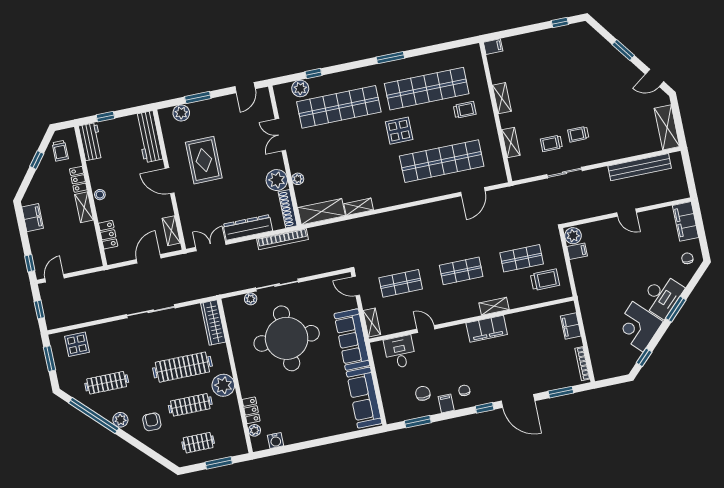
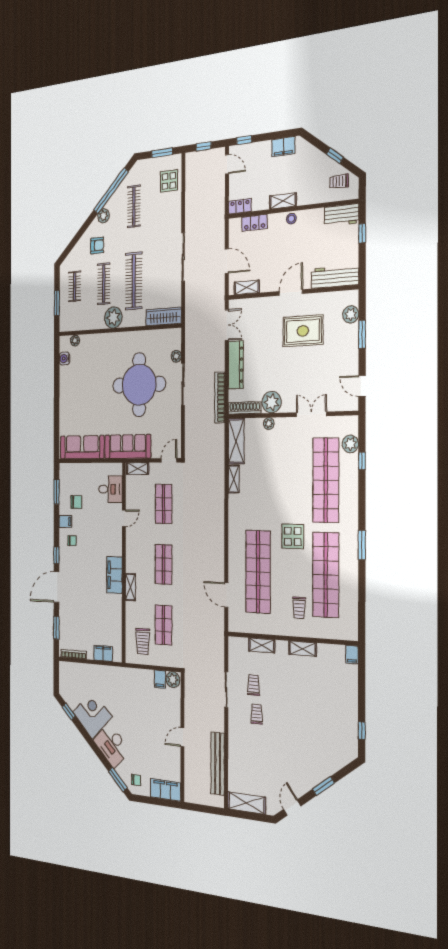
locker: (78, 179) -> (240, 206), moved
window: (676, 309) -> (118, 779), moved
locker: (251, 410) -> (90, 340), removed

